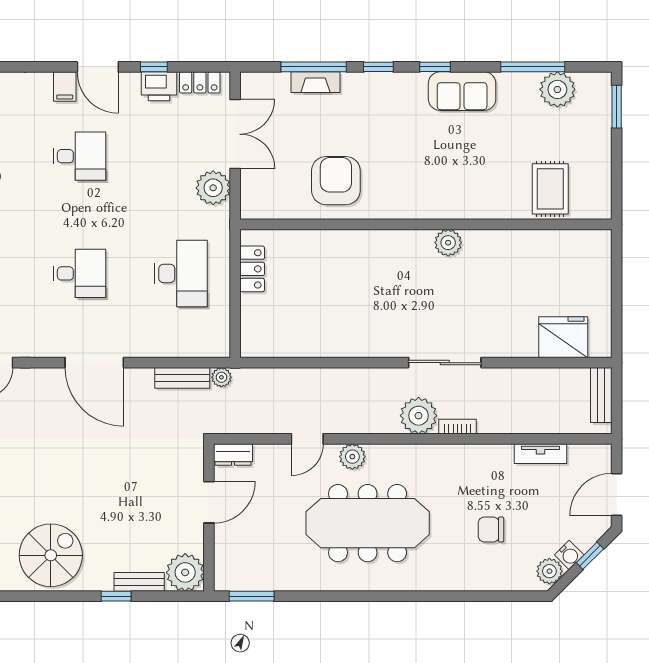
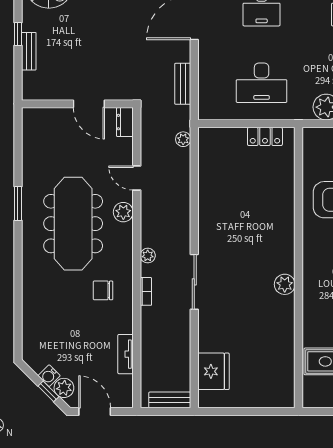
plant: (221, 377) -> (183, 139), moved
plant: (419, 416) -> (148, 256), width x0.53, depth x0.53
chair: (491, 529) -> (103, 290), moved, turned -90
plant: (549, 571) -> (64, 388), moved
plant: (185, 572) -> (36, 86), removed
window: (252, 596) -> (18, 203), moved

